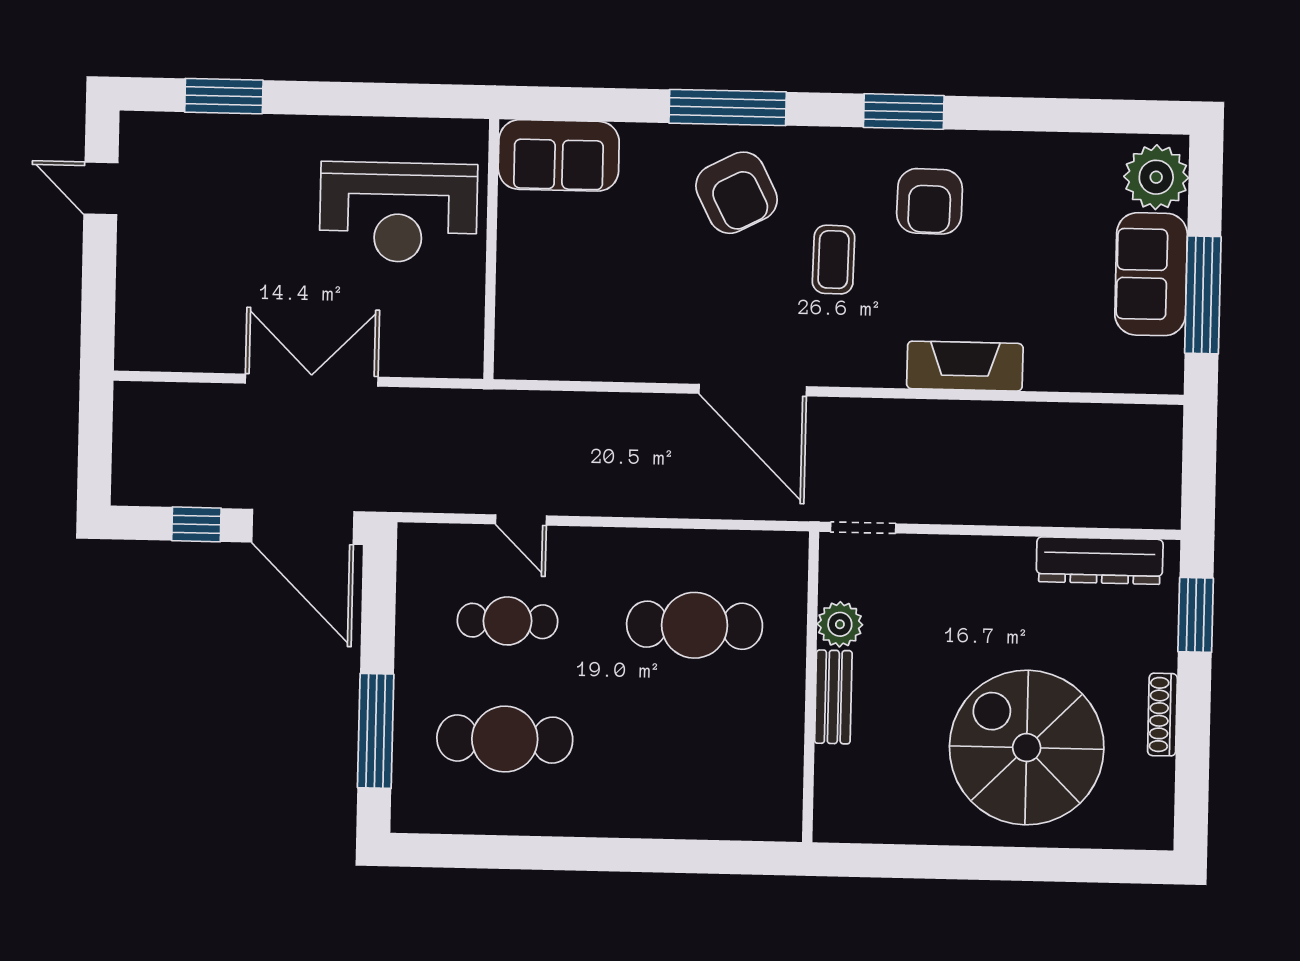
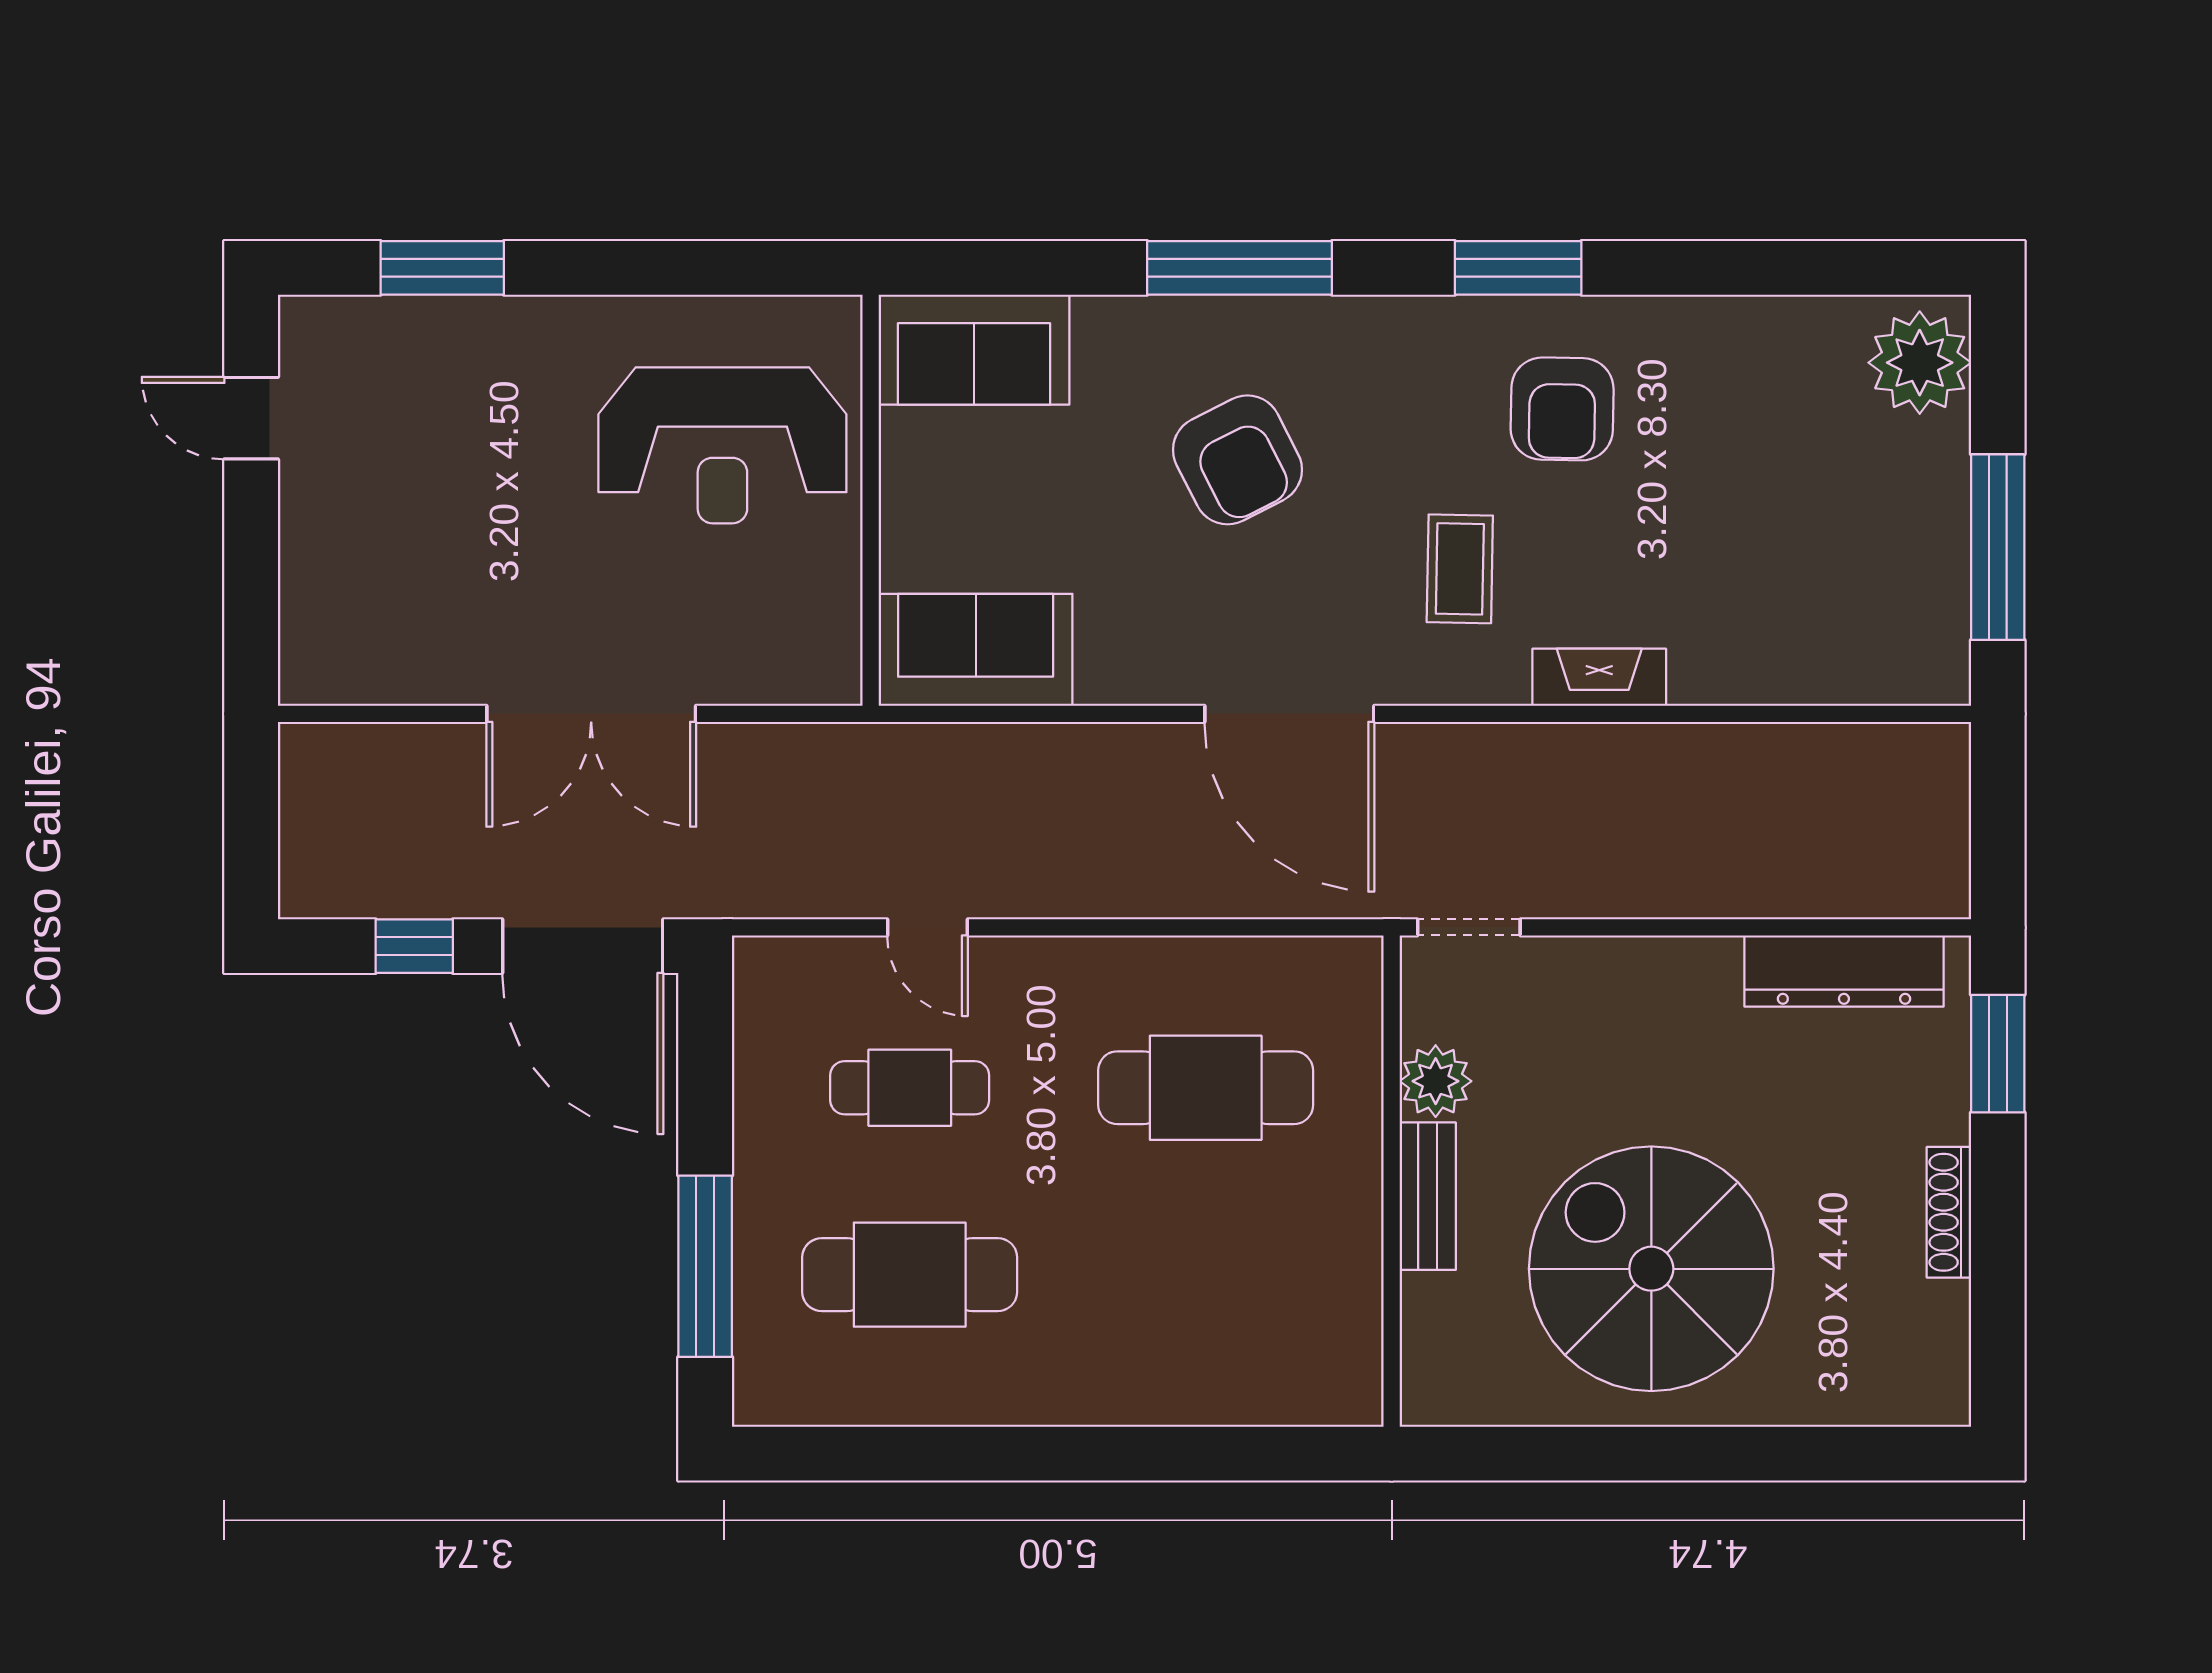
armchair: (737, 193) -> (1237, 460), moved
coffee table: (834, 260) -> (1460, 569), moved
sofa: (1151, 274) -> (976, 650), moved, turned 90
fireplace: (965, 366) -> (1599, 677), width x0.73, depth x0.76
double door: (312, 380) -> (591, 714), swing flipped
spiral stairs: (1027, 748) -> (1651, 1269), moved

